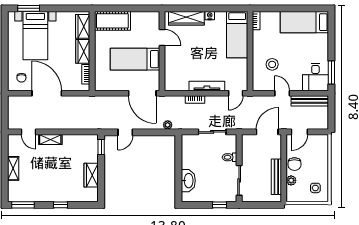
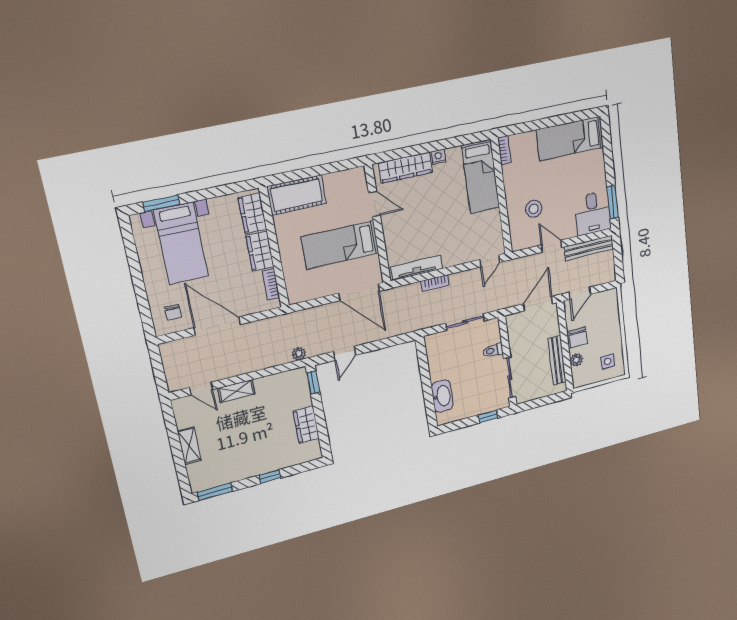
tv unit: (207, 86) -> (417, 268), moved
plant: (168, 125) -> (299, 354), moved

